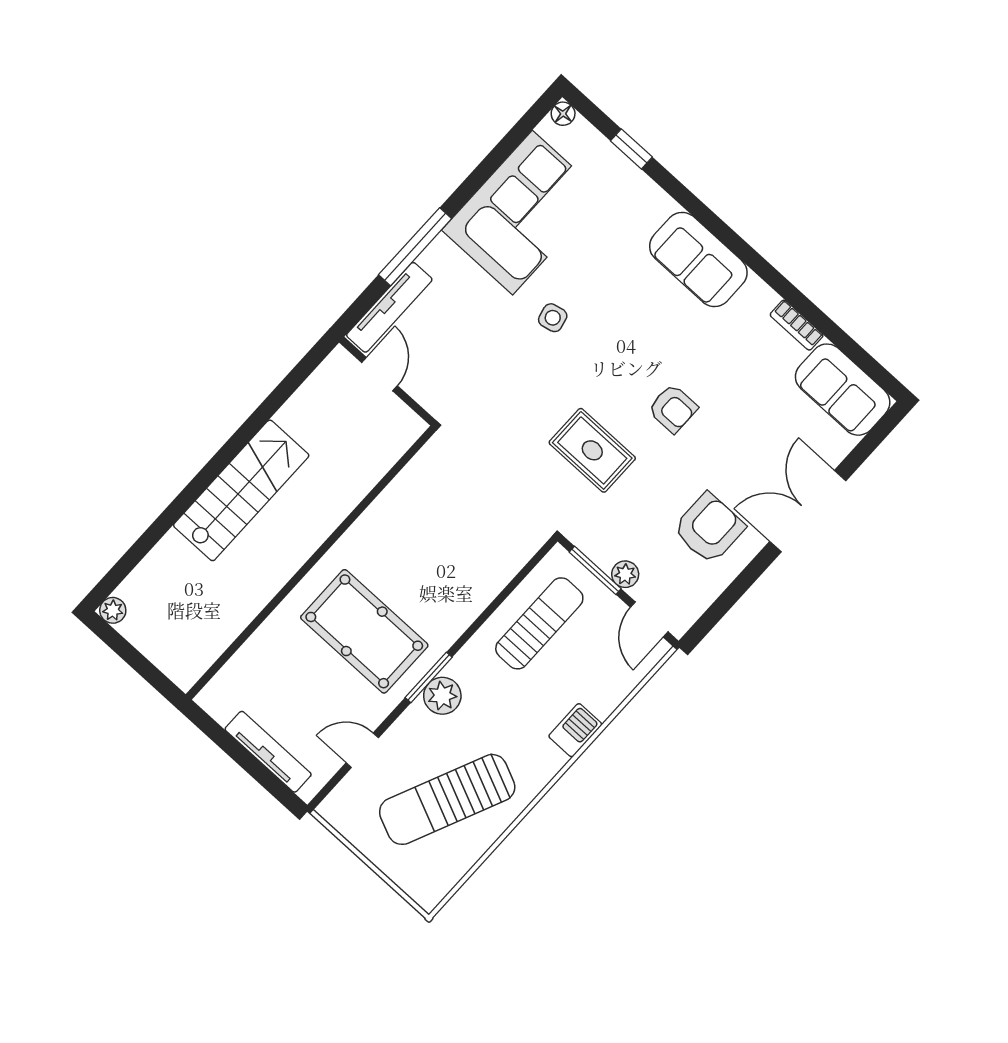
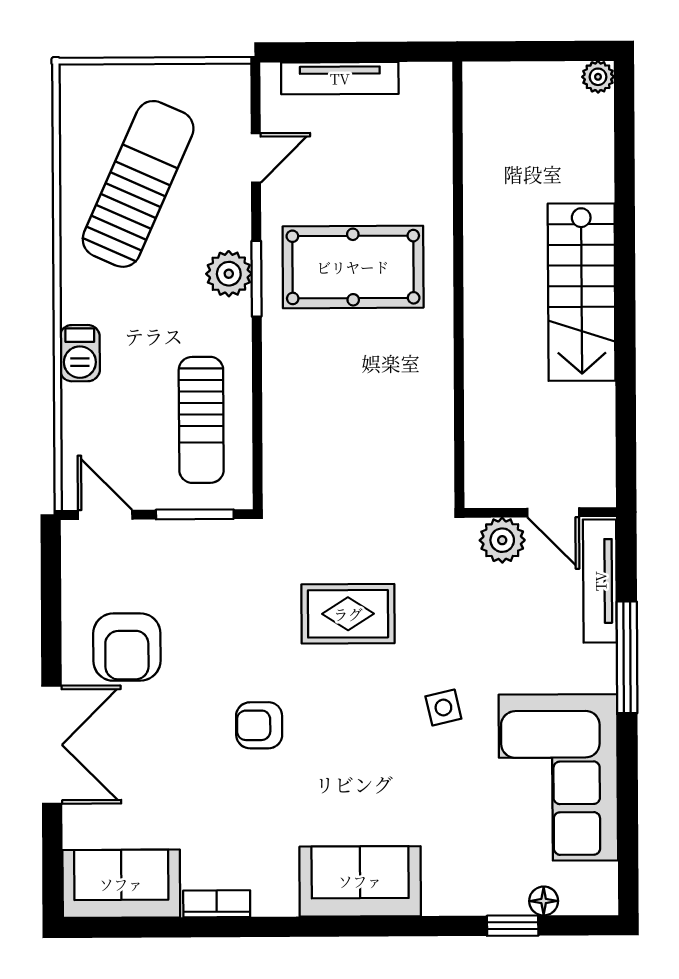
floor lamp: (563, 114) -> (544, 901), moved
rug: (592, 450) -> (348, 614), moved
plant: (625, 574) -> (502, 540), moved, width x1.38, depth x1.38

